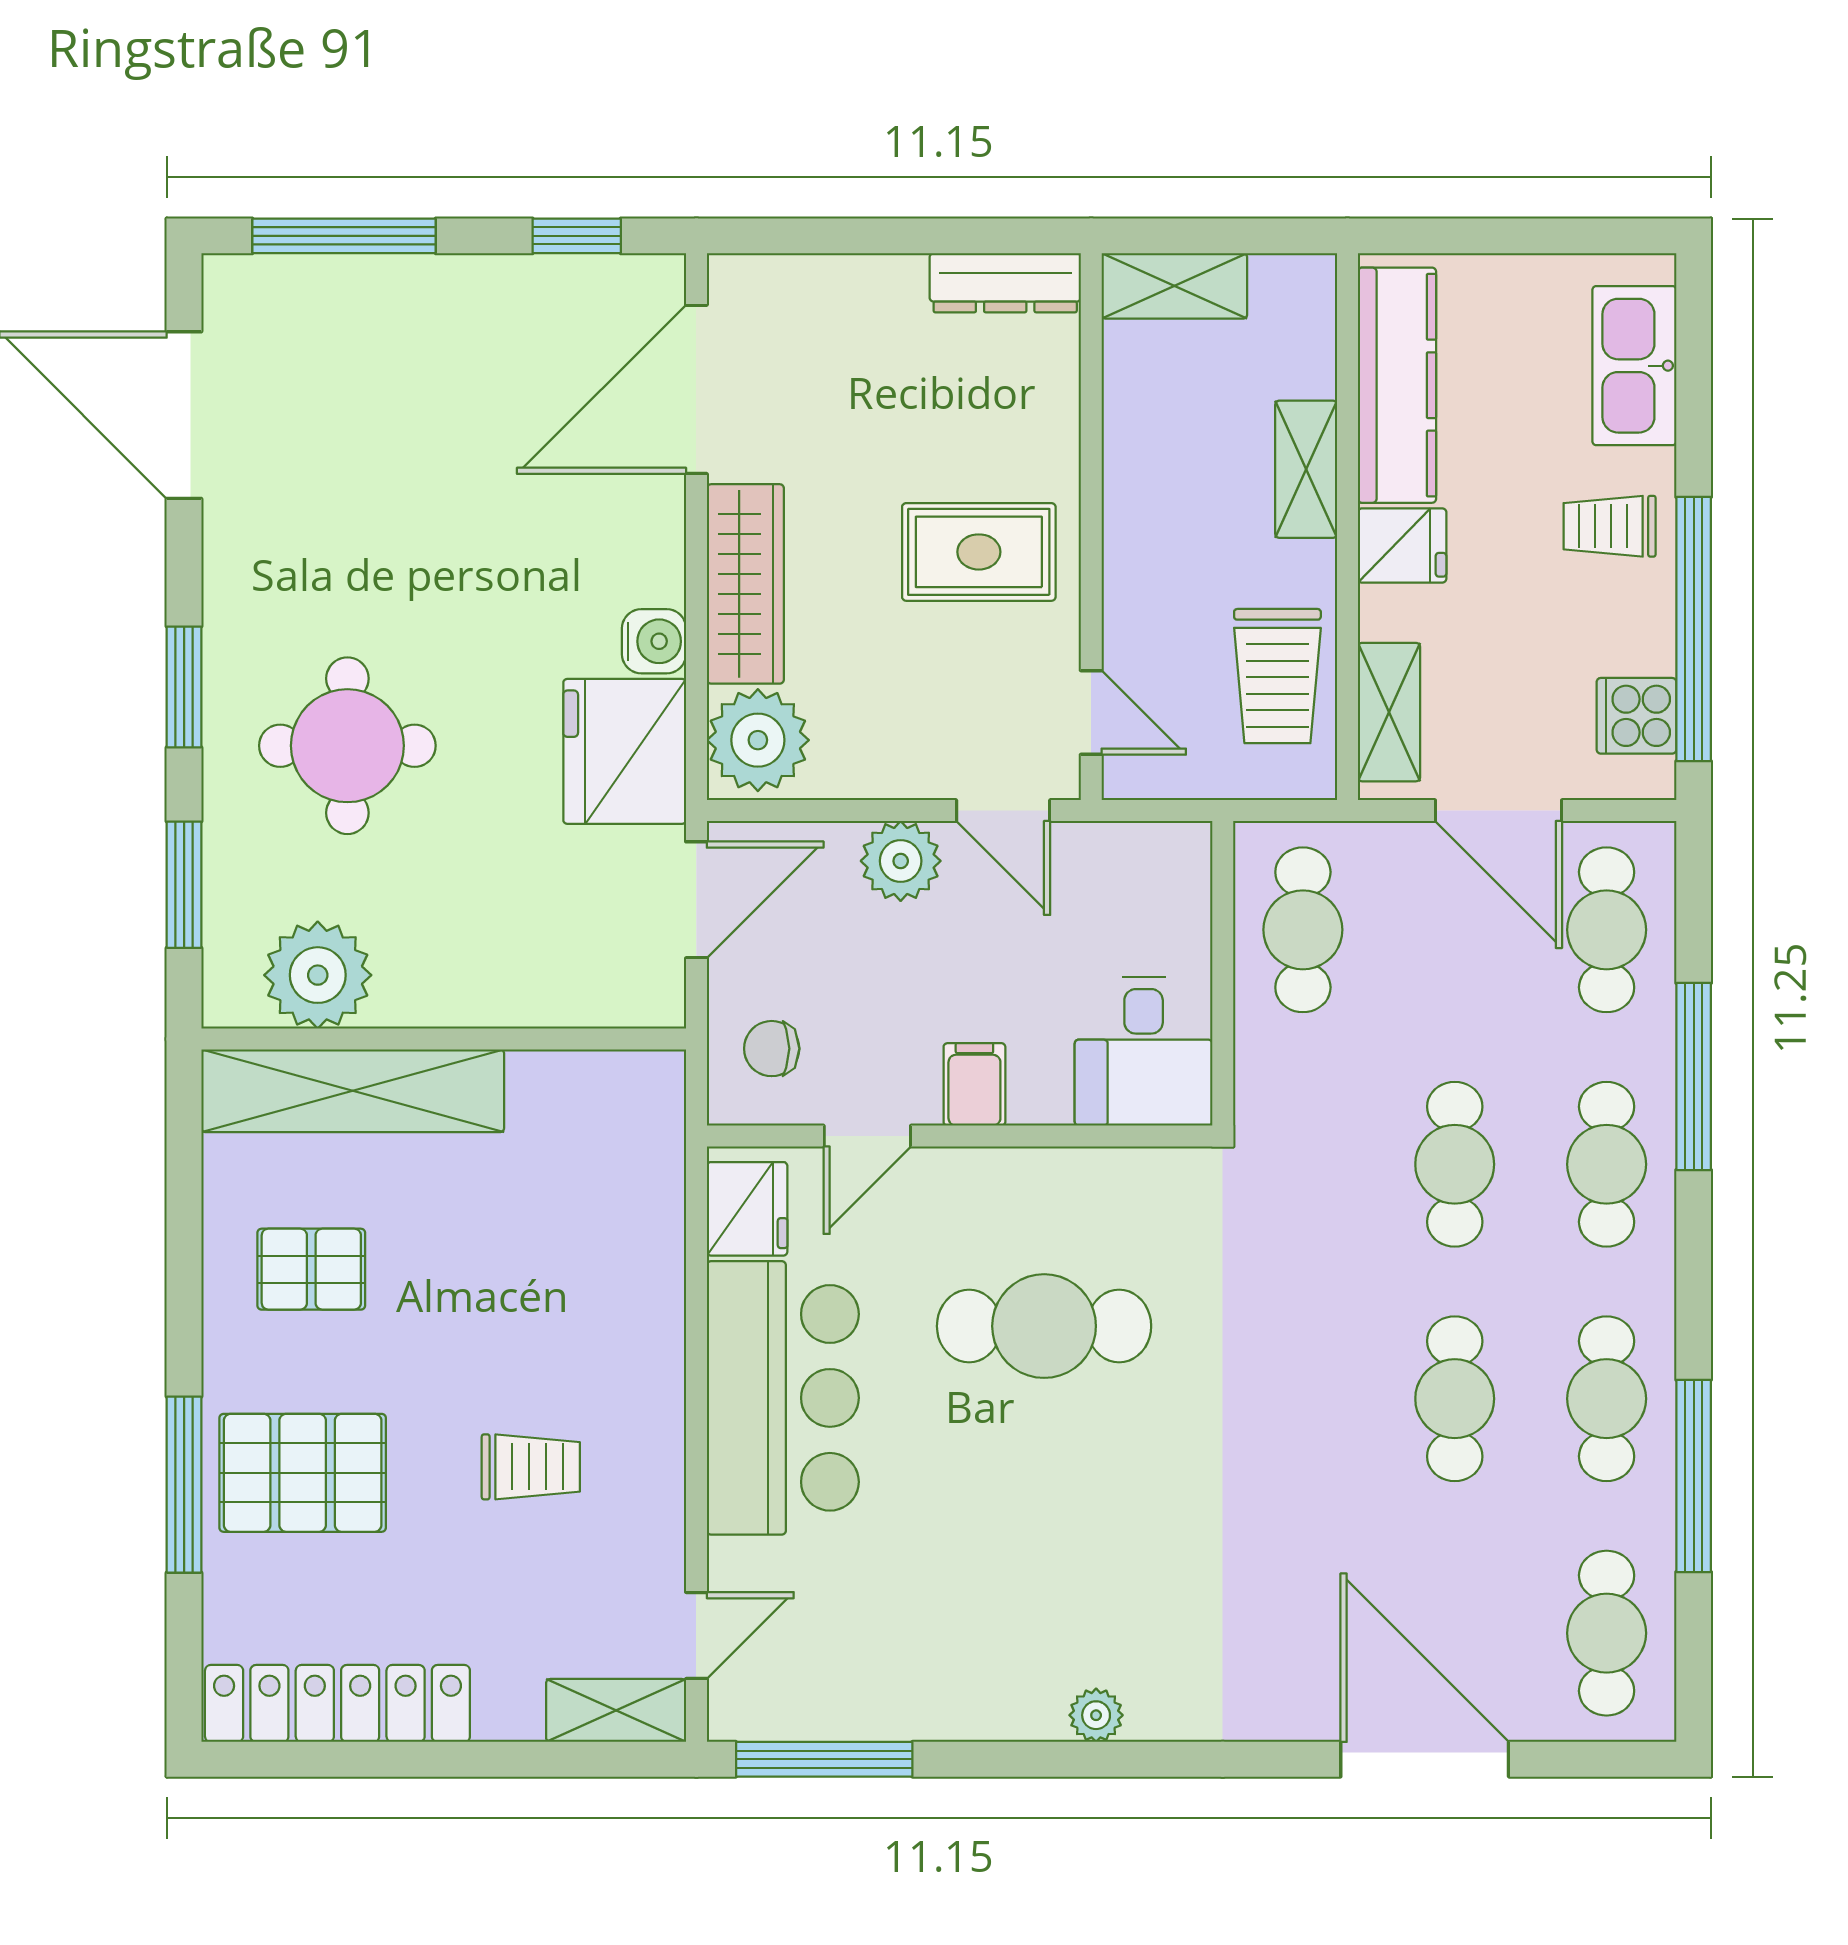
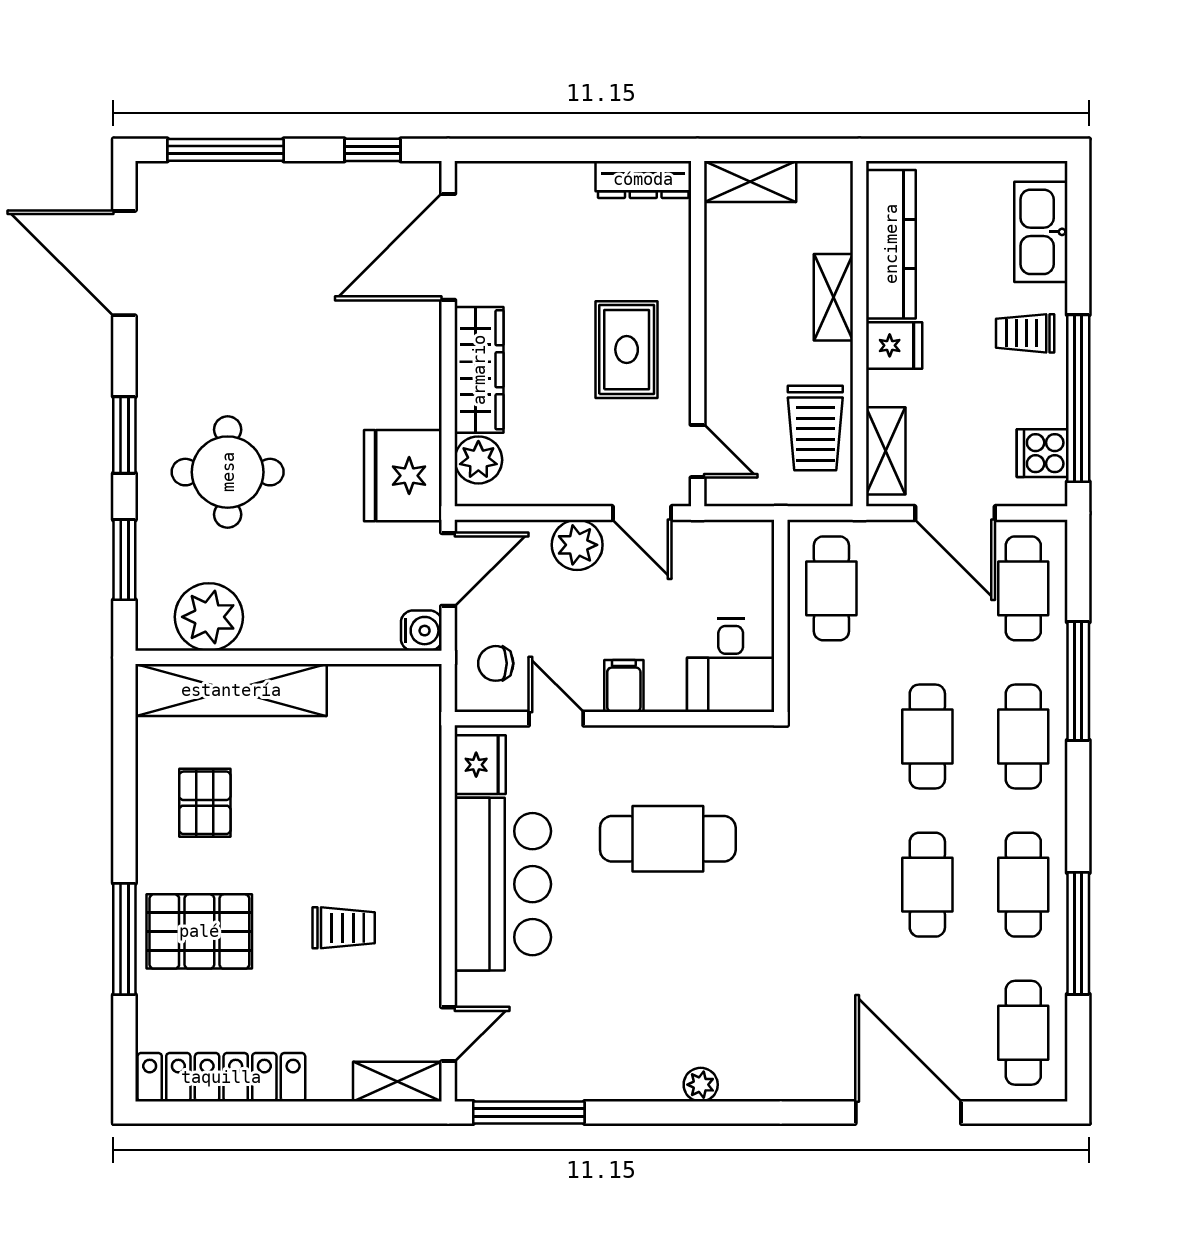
rug: (979, 552) -> (627, 350), turned 90
water cooler: (654, 641) -> (421, 631), moved
plant: (758, 740) -> (478, 460), width x0.73, depth x0.73
door: (867, 1136) -> (556, 719), swing flipped
pallet: (311, 1269) -> (205, 803), turned 90

